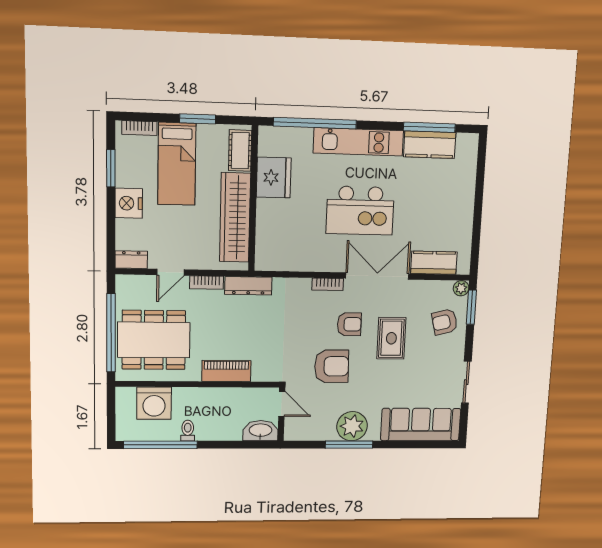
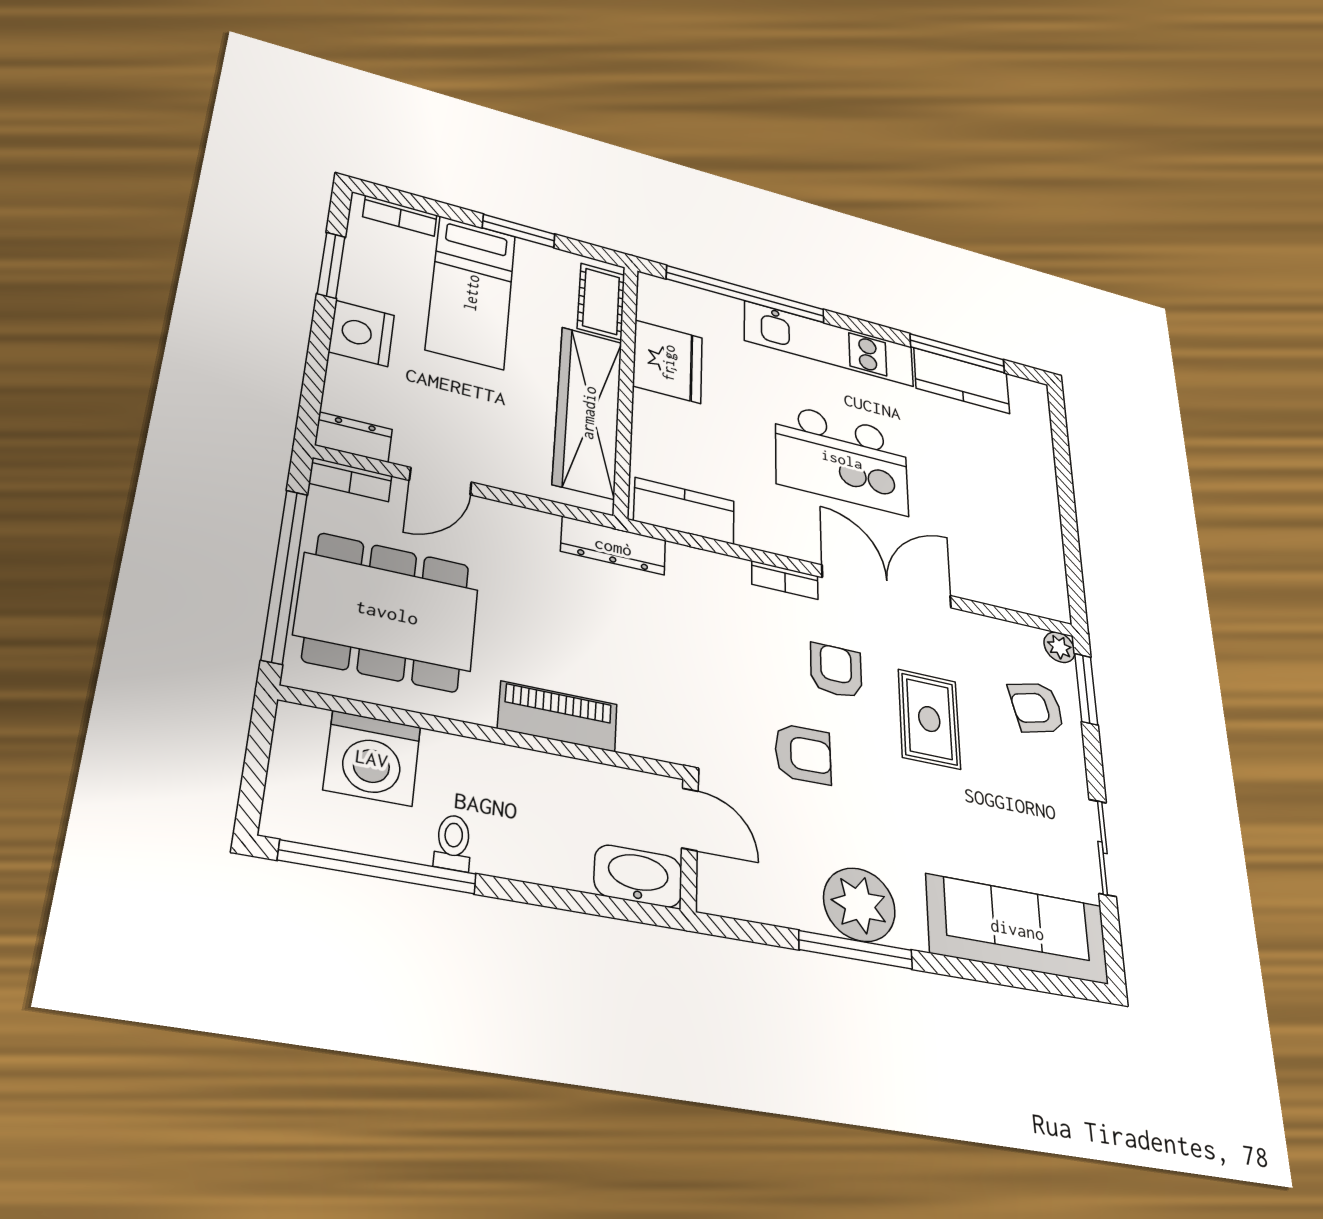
kitchen counter: (434, 263) -> (684, 511), moved
bookcase: (207, 283) -> (351, 480), moved
armchair: (349, 324) -> (836, 671), turned -90
armchair: (332, 366) -> (803, 754), width x0.72, depth x0.72

